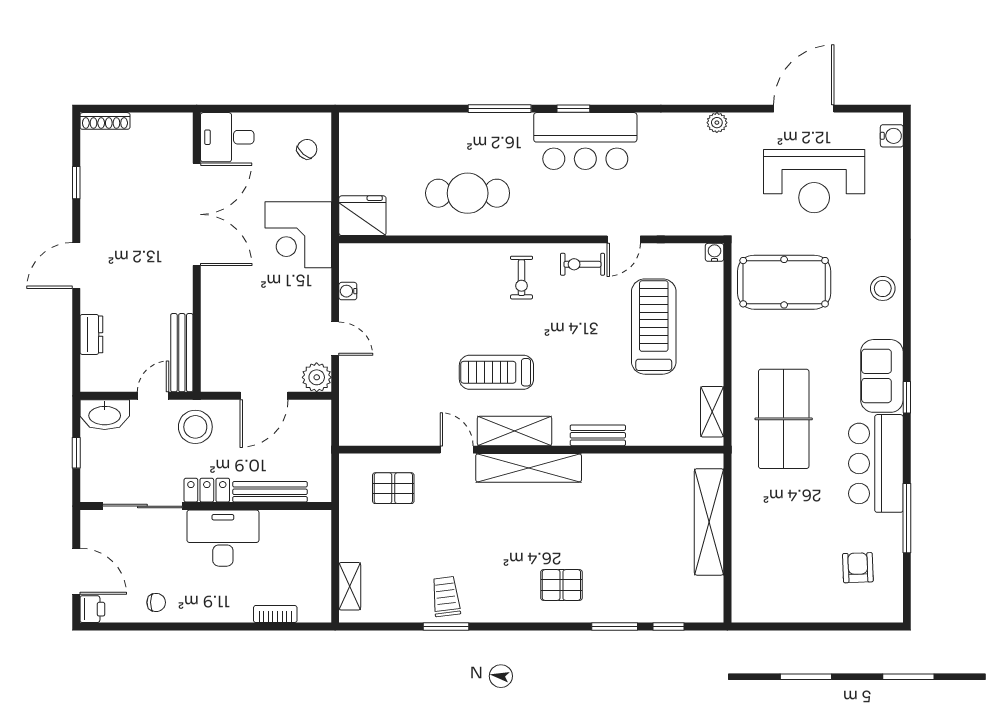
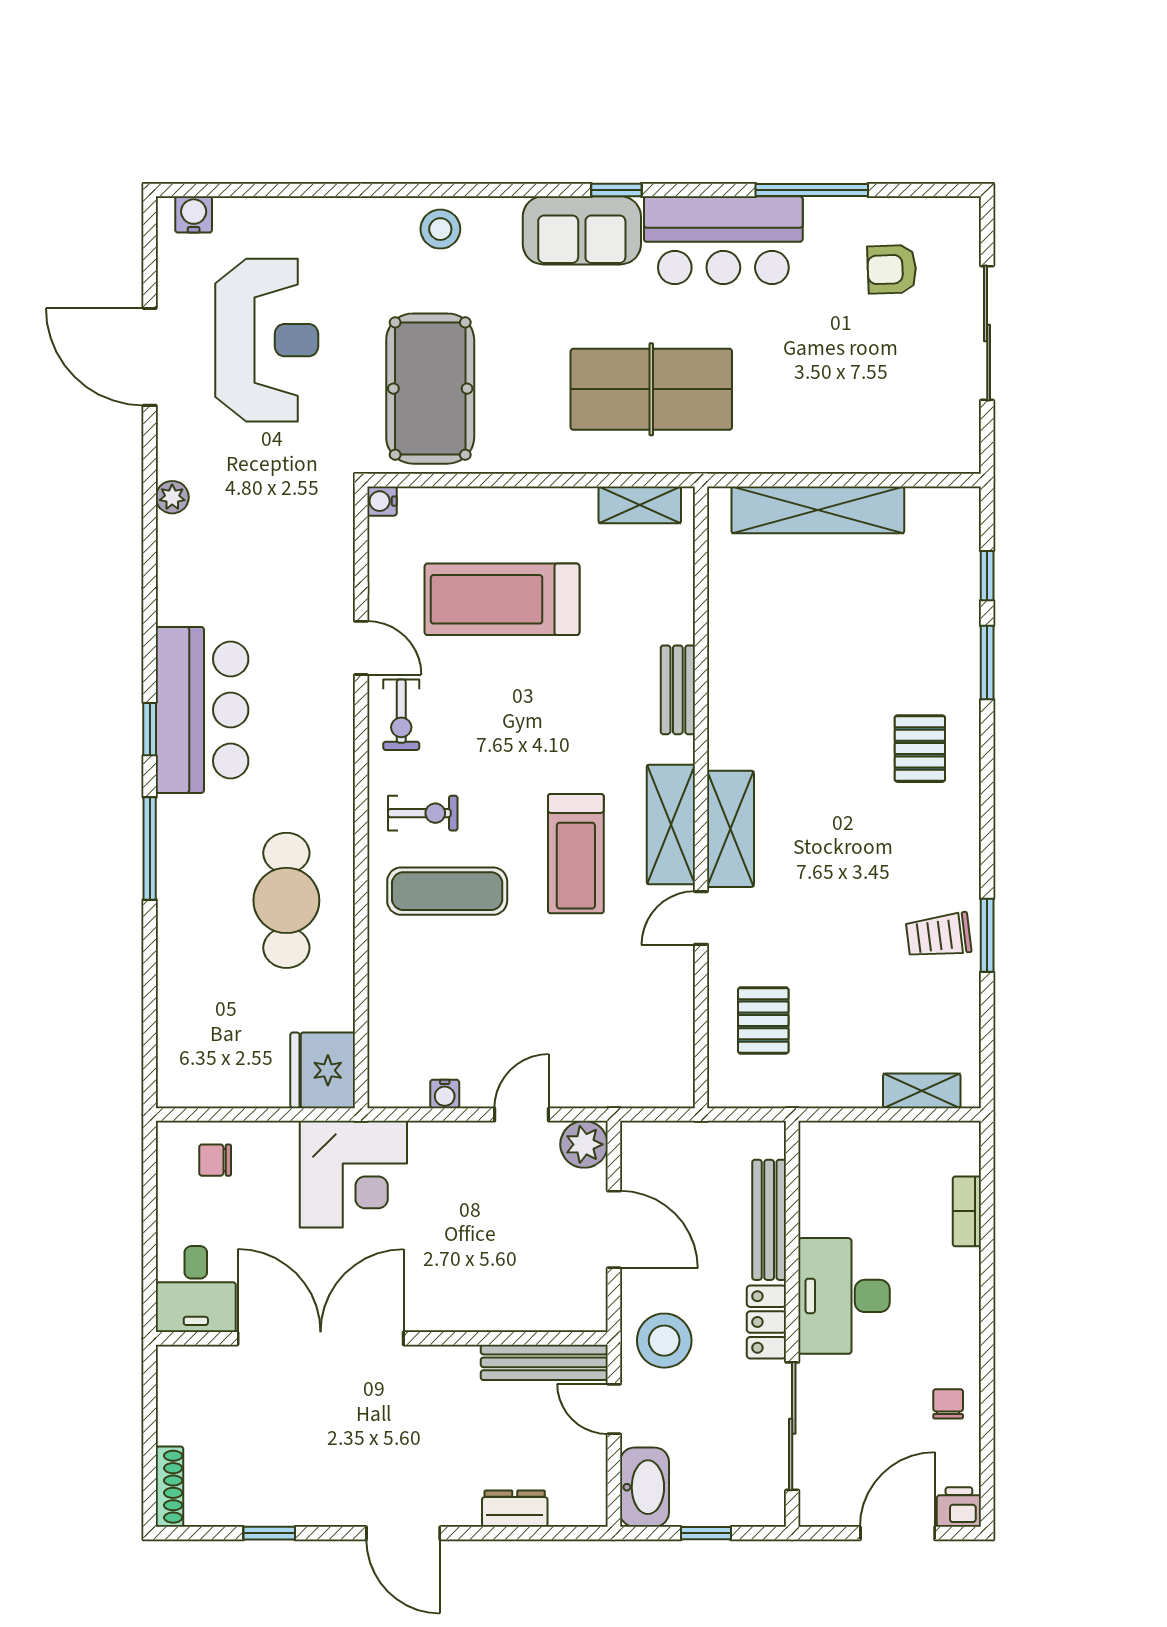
chair: (307, 149) -> (215, 1160), turned -42
exercise mat: (473, 293) -> (447, 891), added
shelving: (529, 468) -> (730, 829), width x0.68
sliding door: (818, 627) -> (987, 333), added

